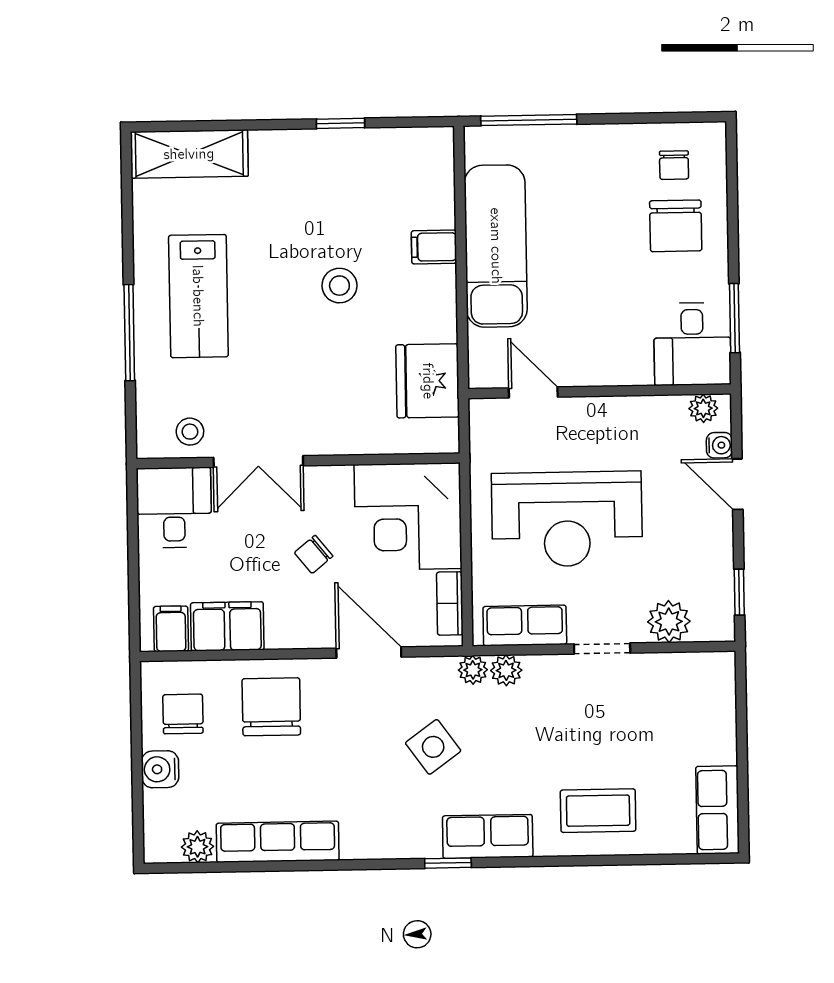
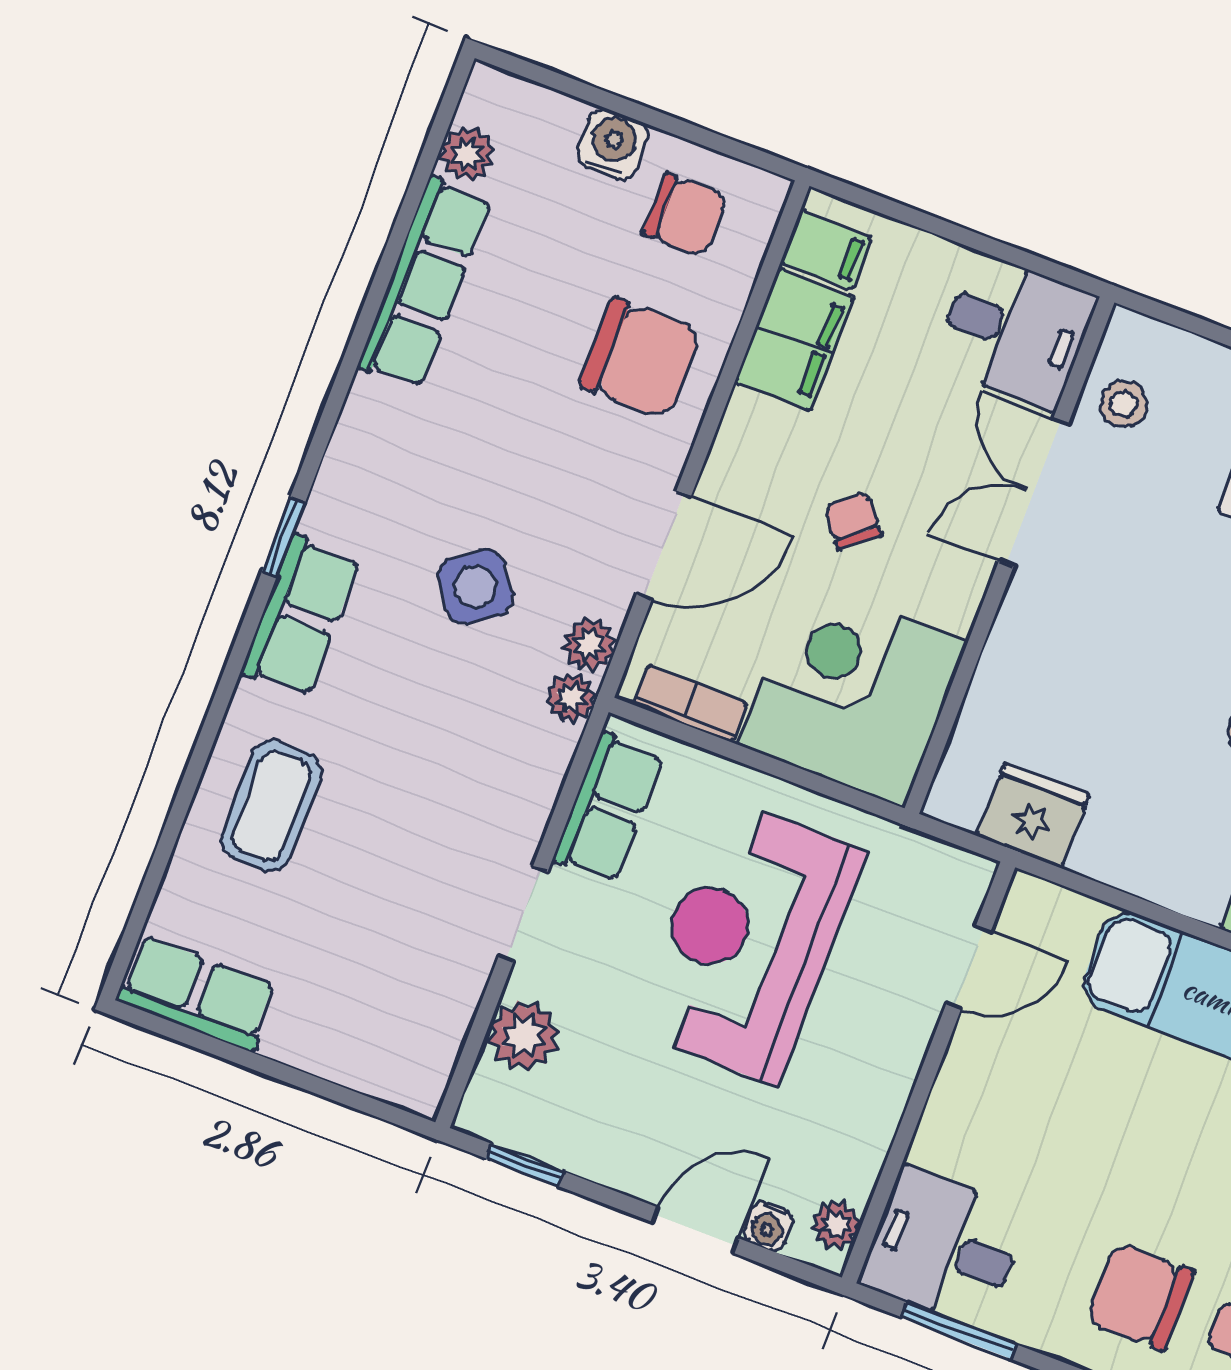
fridge: (428, 381) -> (1033, 816), width x0.73, depth x0.75
plant: (506, 670) -> (589, 645), moved

